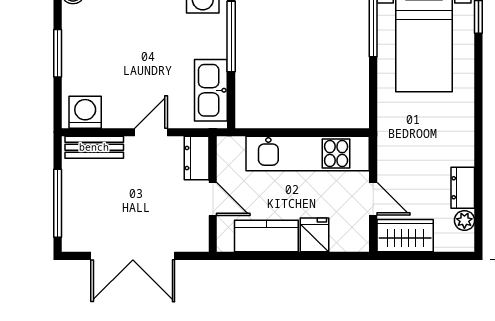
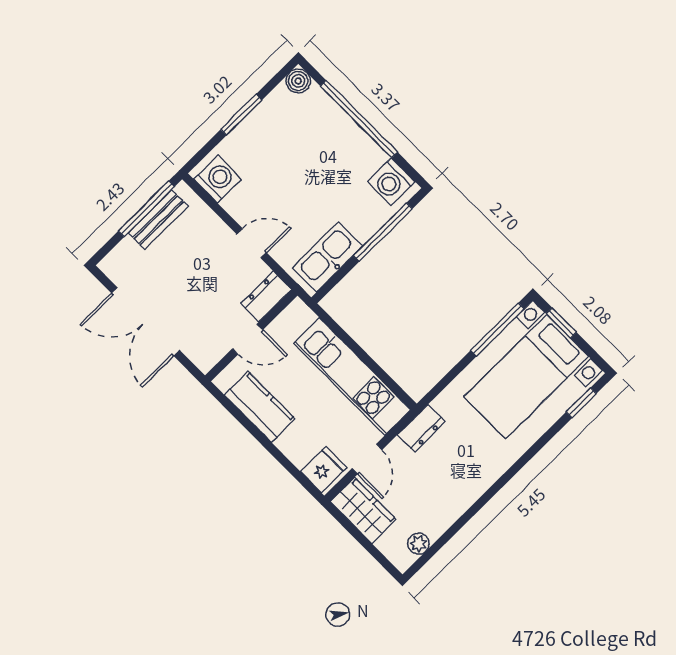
bench: (94, 147) -> (158, 220), moved, turned 90
dresser: (463, 188) -> (421, 428), moved, turned 180
door: (213, 199) -> (247, 339), hinge flipped
window: (58, 203) -> (146, 209), moved
fridge: (314, 235) -> (324, 470), moved

